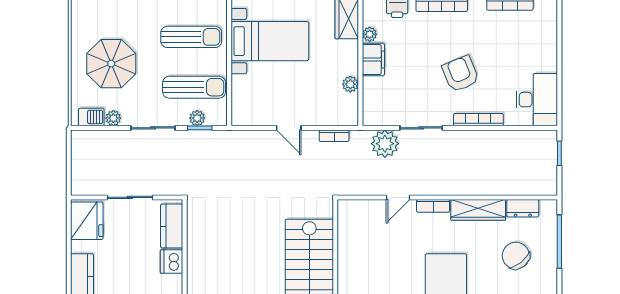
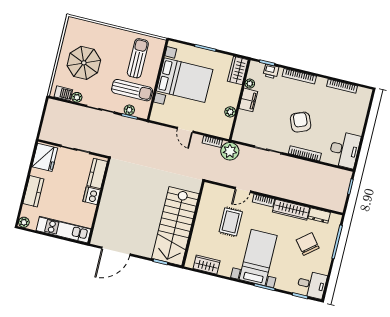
sun lounger: (191, 37) -> (138, 58), turned -90
bed with nightstands: (270, 41) -> (185, 80), width x1.36
plant: (385, 144) -> (230, 151), moved
rug: (391, 250) -> (231, 222), added

